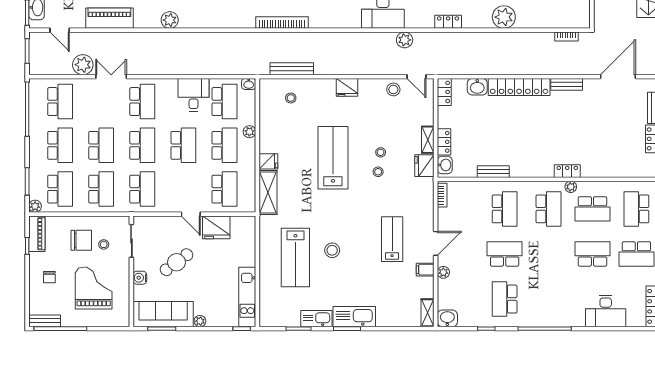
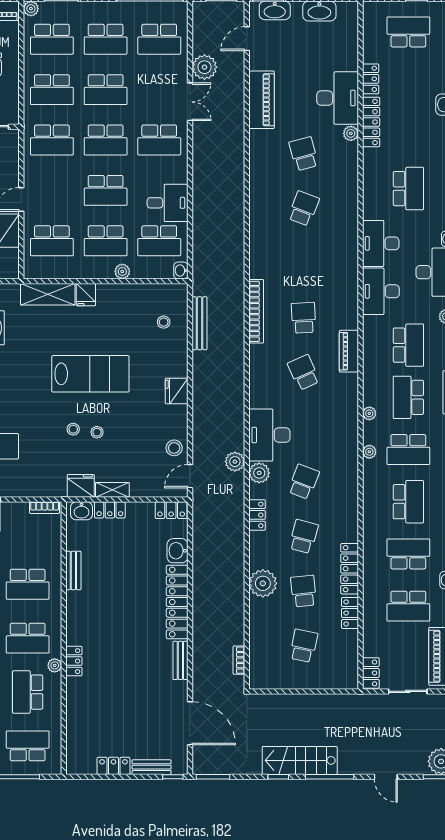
plant: (170, 20) -> (259, 473), moved

